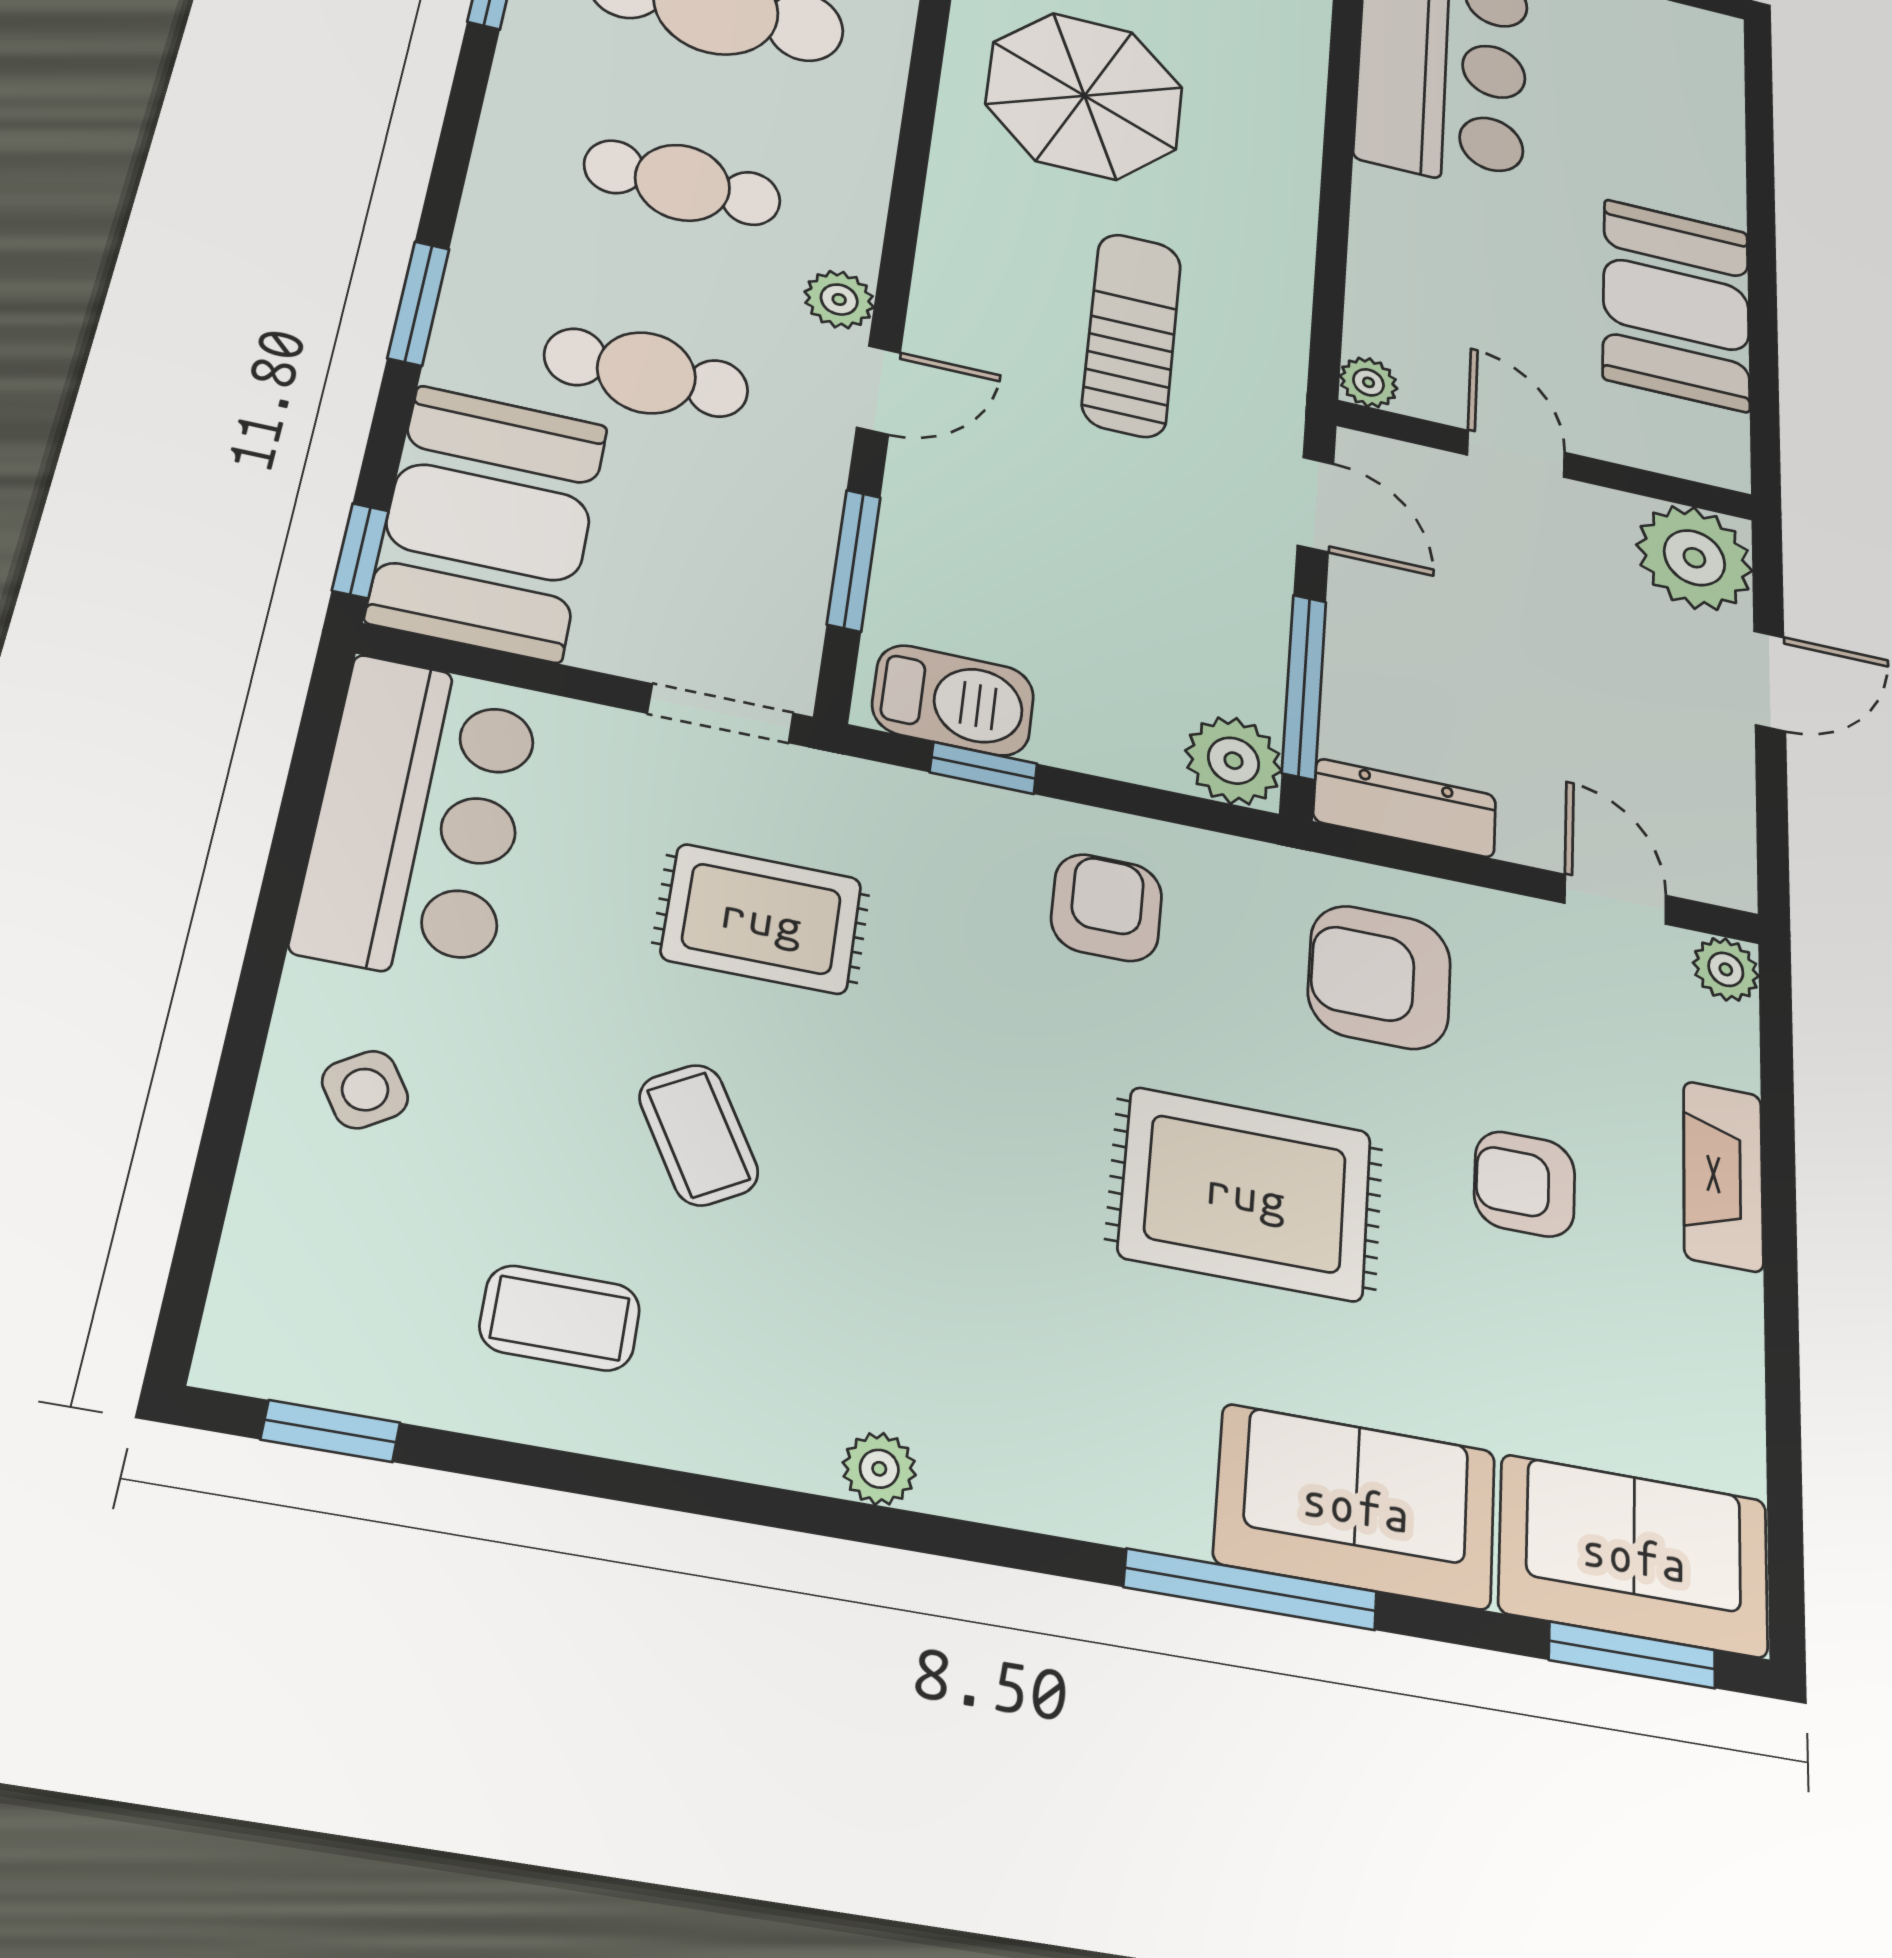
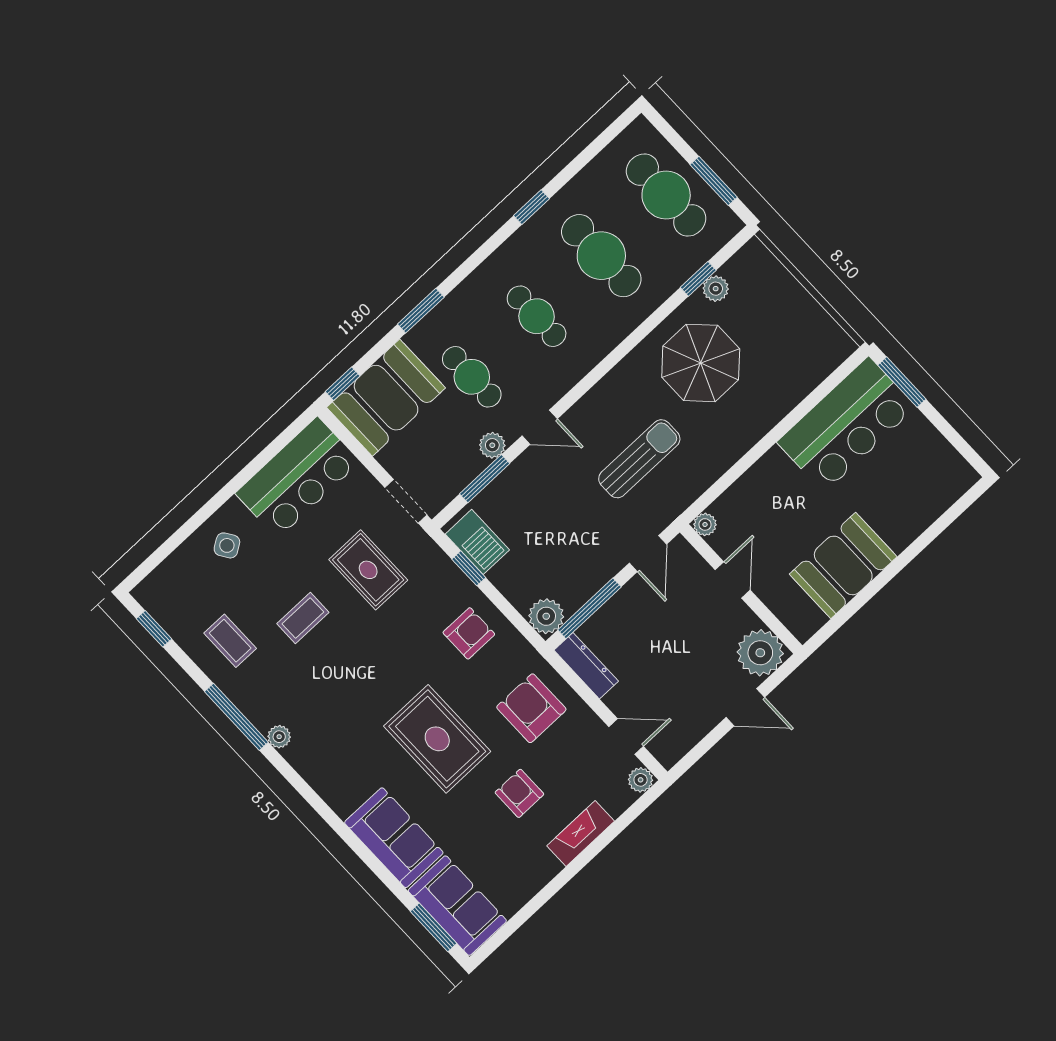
plant: (839, 299) -> (492, 445), moved
door: (1615, 899) -> (626, 737), hinge flipped
coffee table: (699, 1135) -> (303, 618), turned 30
window: (1251, 1589) -> (236, 717), moved

